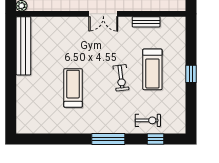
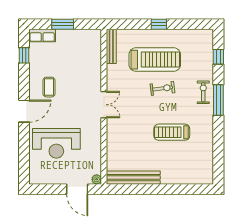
bench: (146, 22) -> (111, 46), moved, width x1.36
treadmill: (152, 69) -> (155, 60), width x1.37, depth x1.38
exercise bike: (148, 120) -> (203, 92), moved

